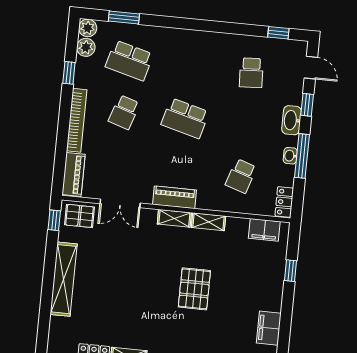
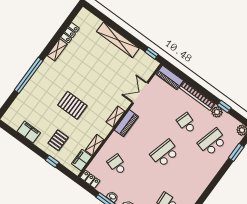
plant: (86, 47) -> (217, 112), moved
pallet: (80, 216) -> (58, 140), moved
shelving: (208, 222) -> (95, 145), moved

